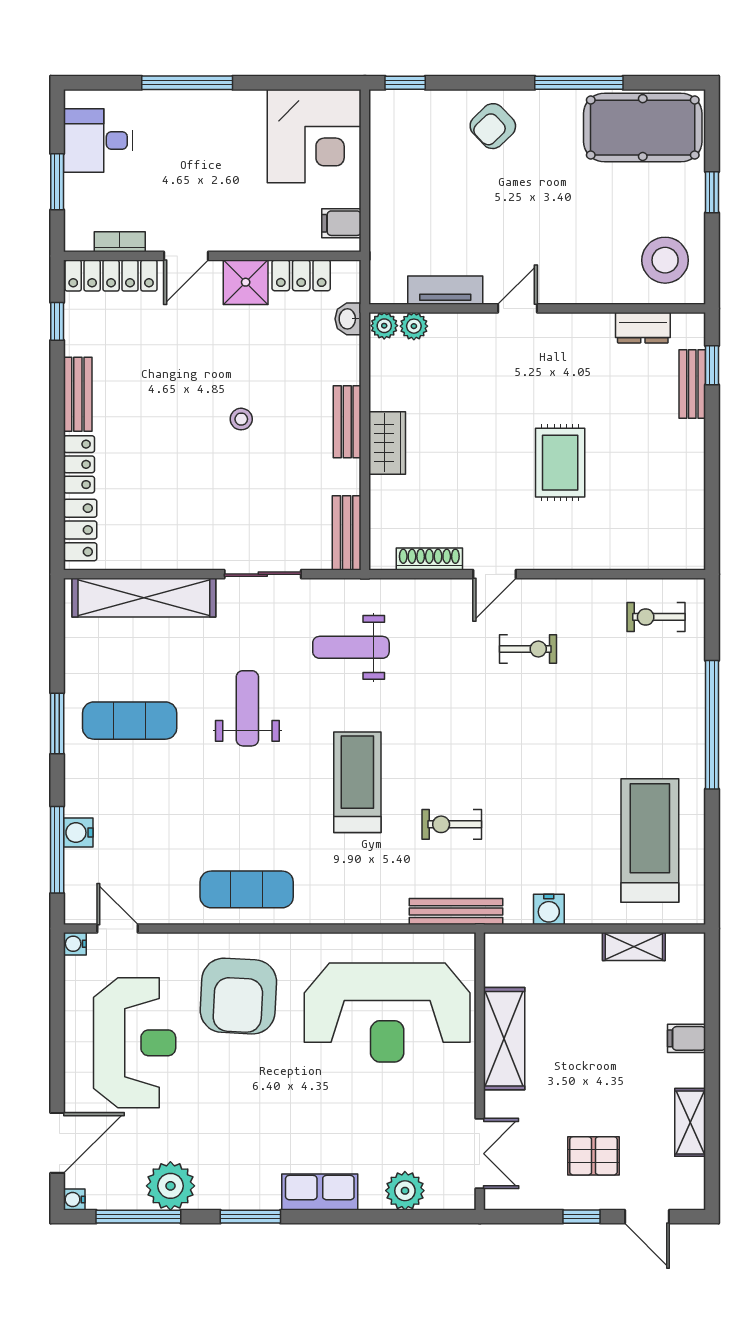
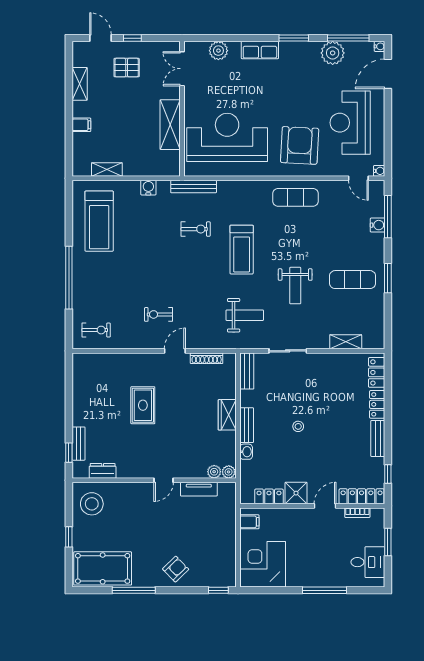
washbasin: (348, 319) -> (246, 452), moved
shelving: (144, 598) -> (346, 342), width x0.45, depth x0.75

